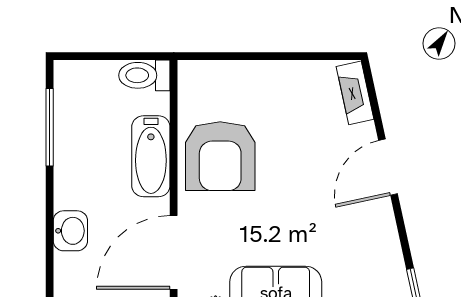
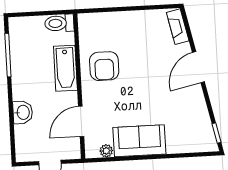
armchair: (220, 156) -> (104, 66), width x0.73, depth x0.73
door: (174, 252) -> (81, 121), width x0.73

